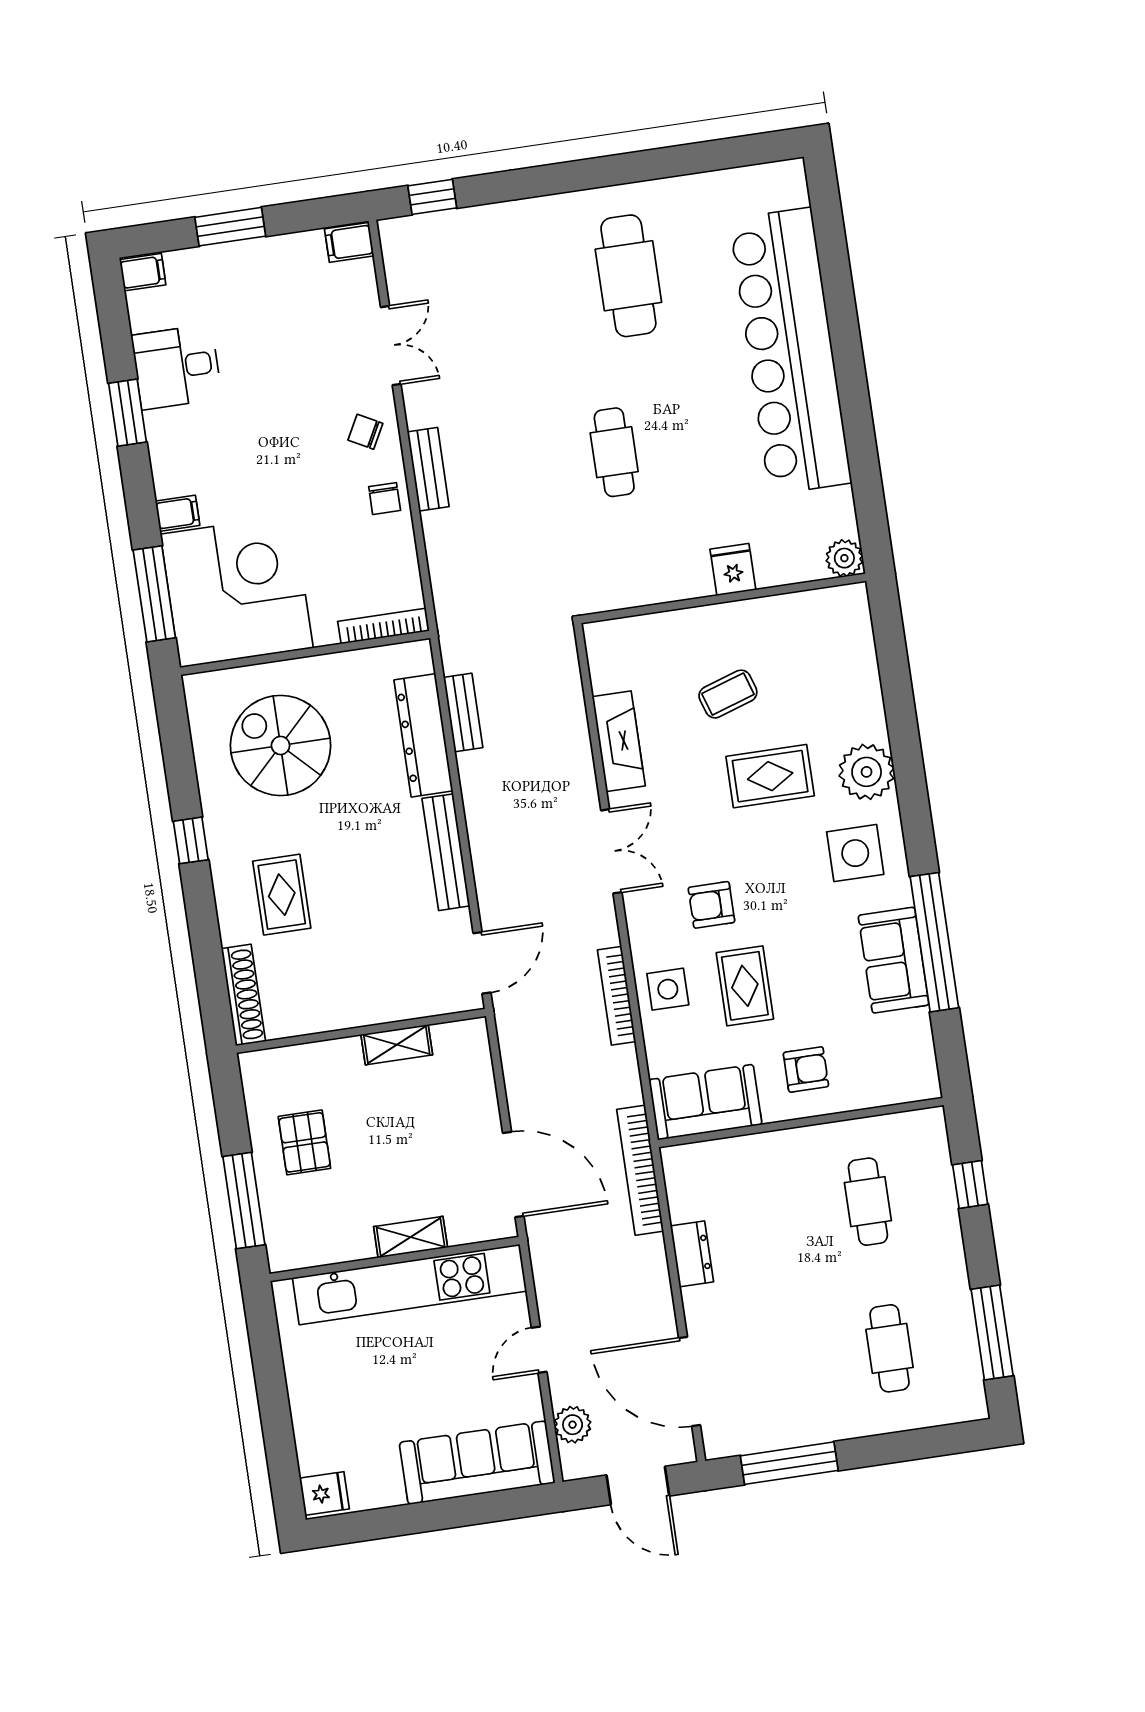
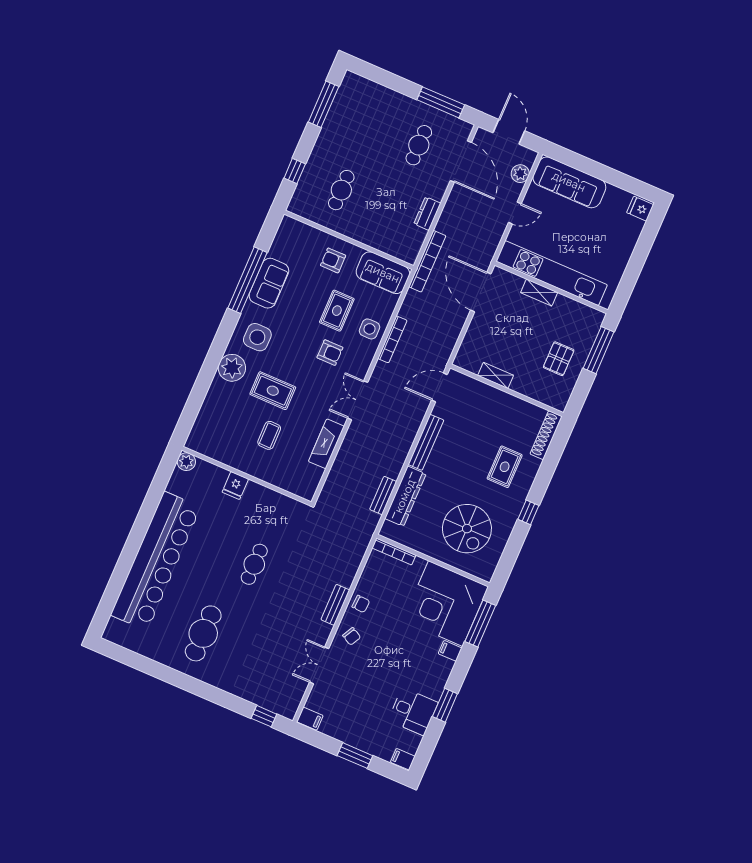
chair: (385, 499) -> (361, 604), turned 93
coffee table: (728, 694) -> (269, 435), turned -72
cafe table: (890, 1348) -> (419, 145), moved

